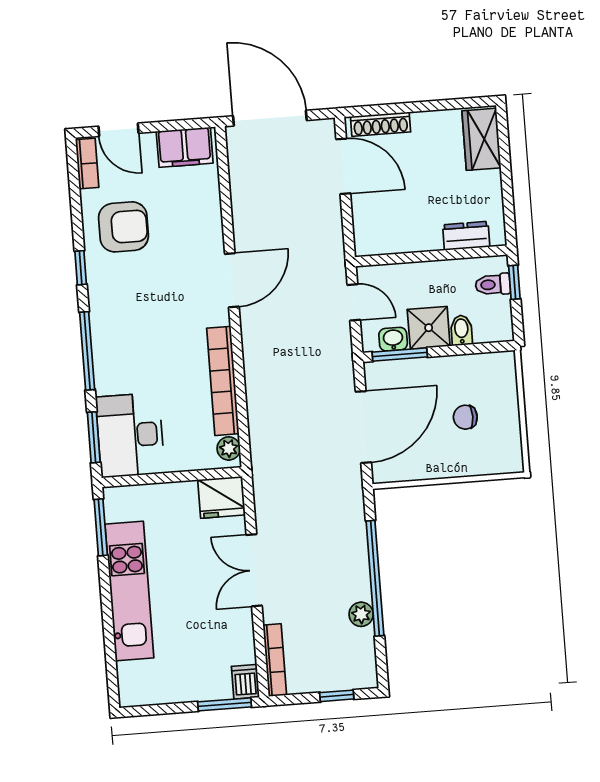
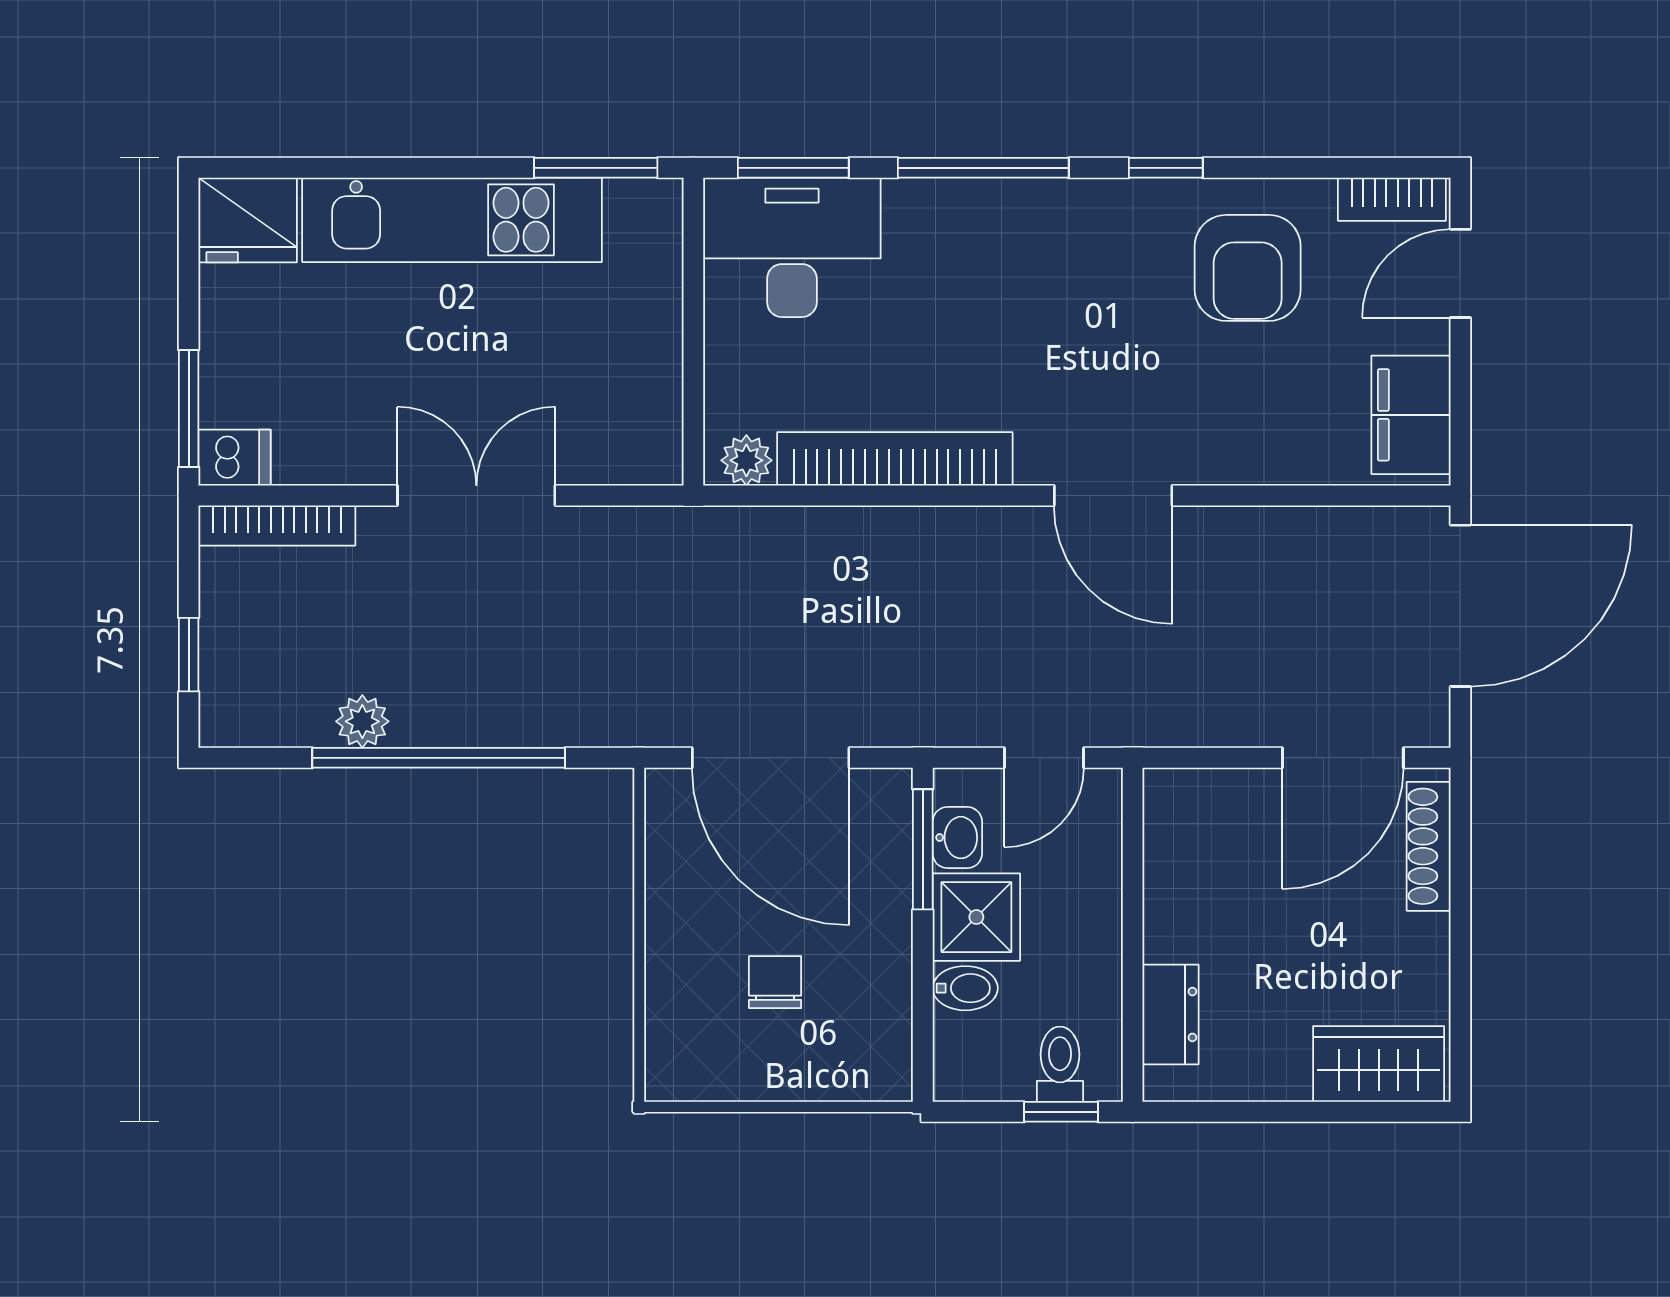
fridge: (221, 497) -> (248, 220), moved, turned -90

